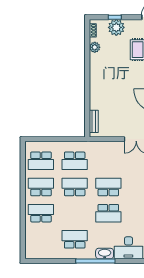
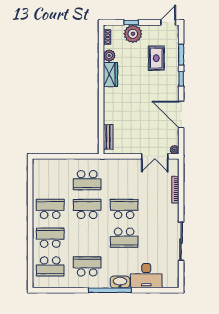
wardrobe: (96, 65) -> (110, 74), added
school desk: (41, 161) -> (50, 266), moved

